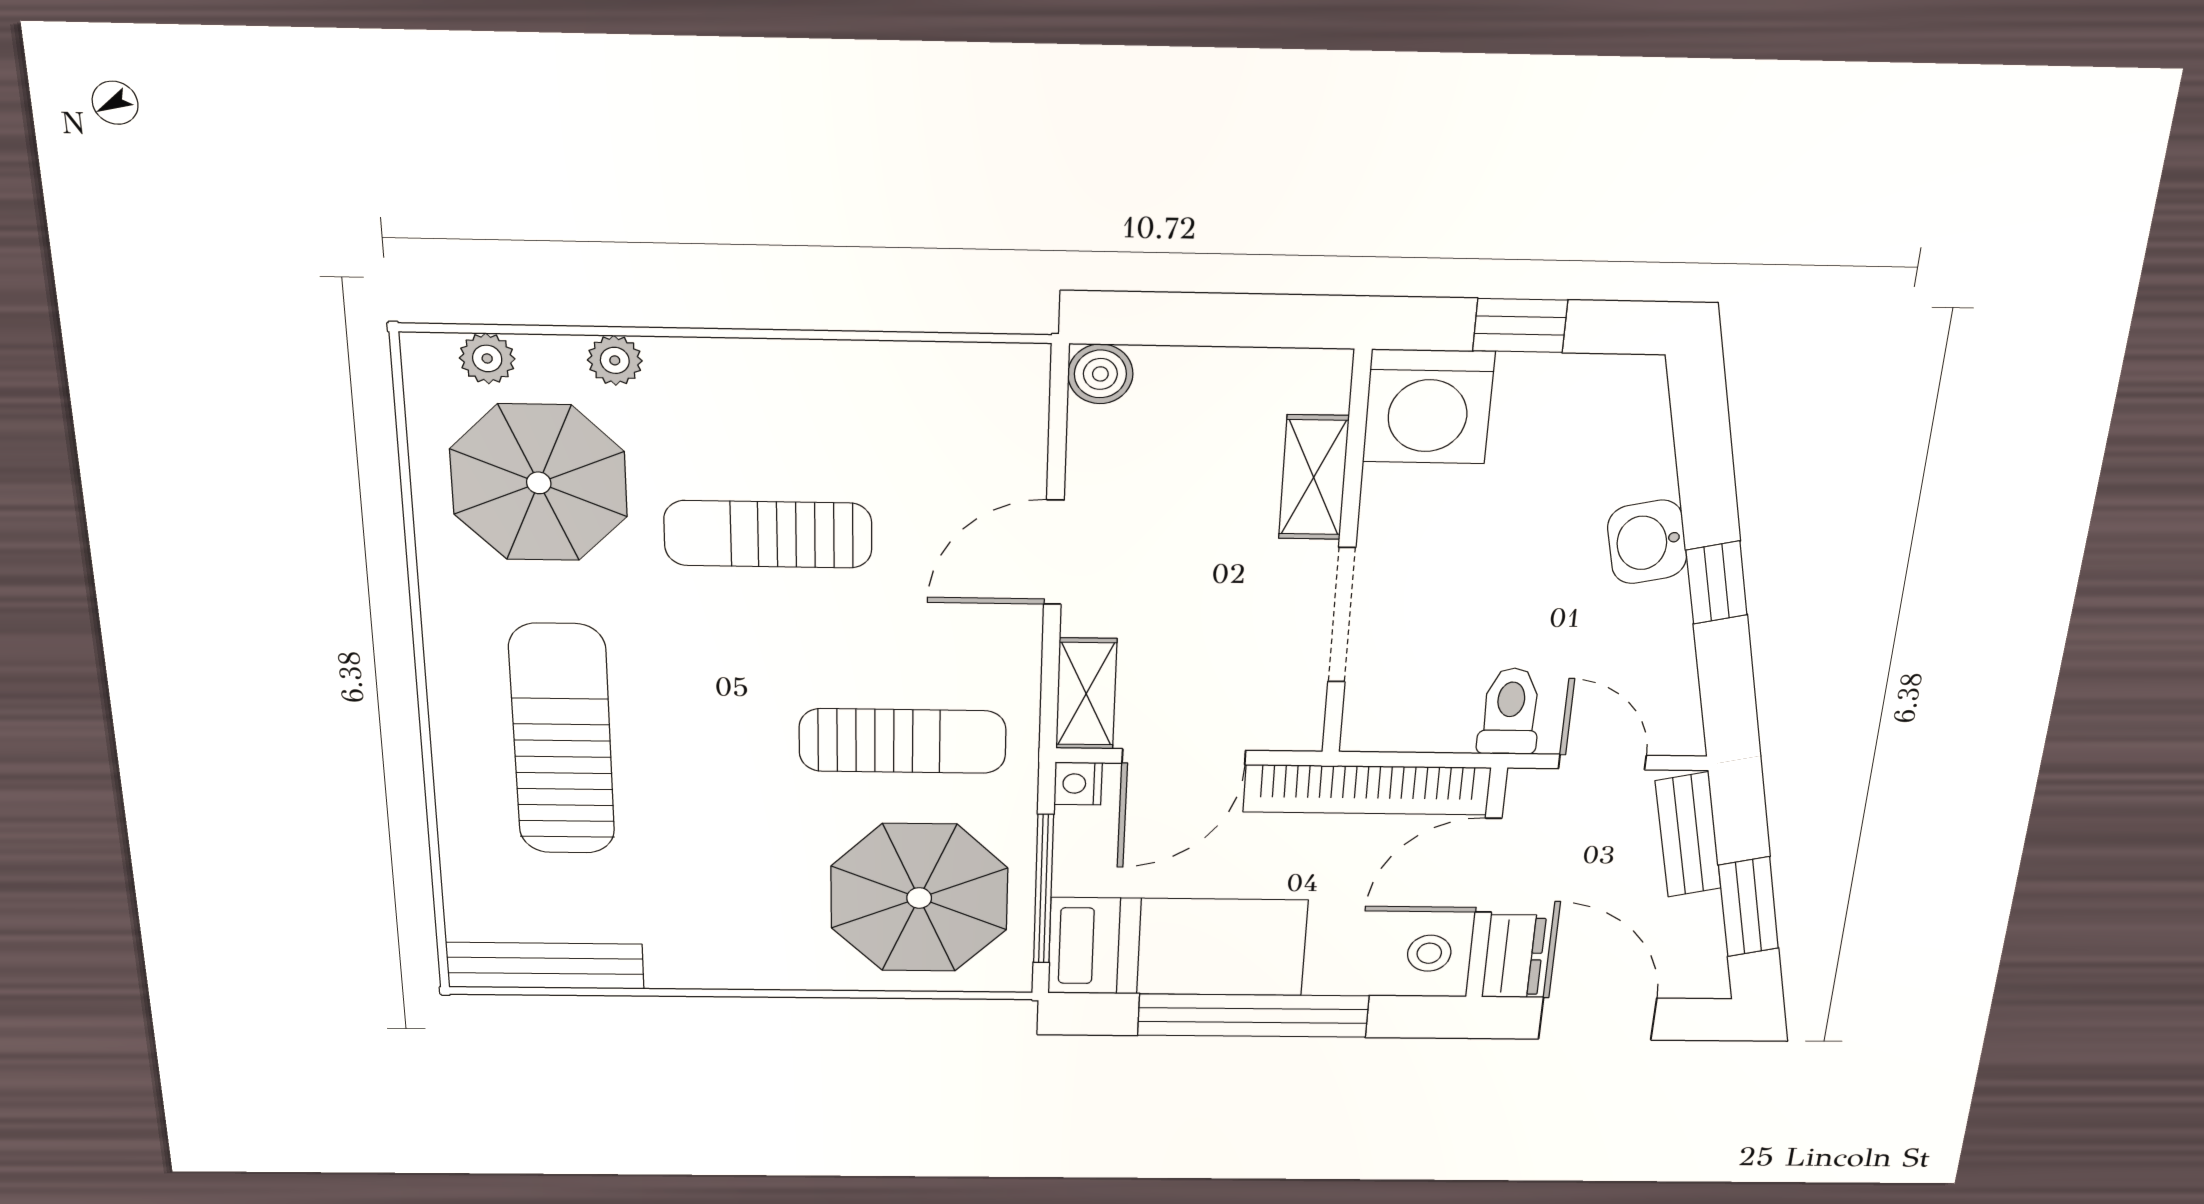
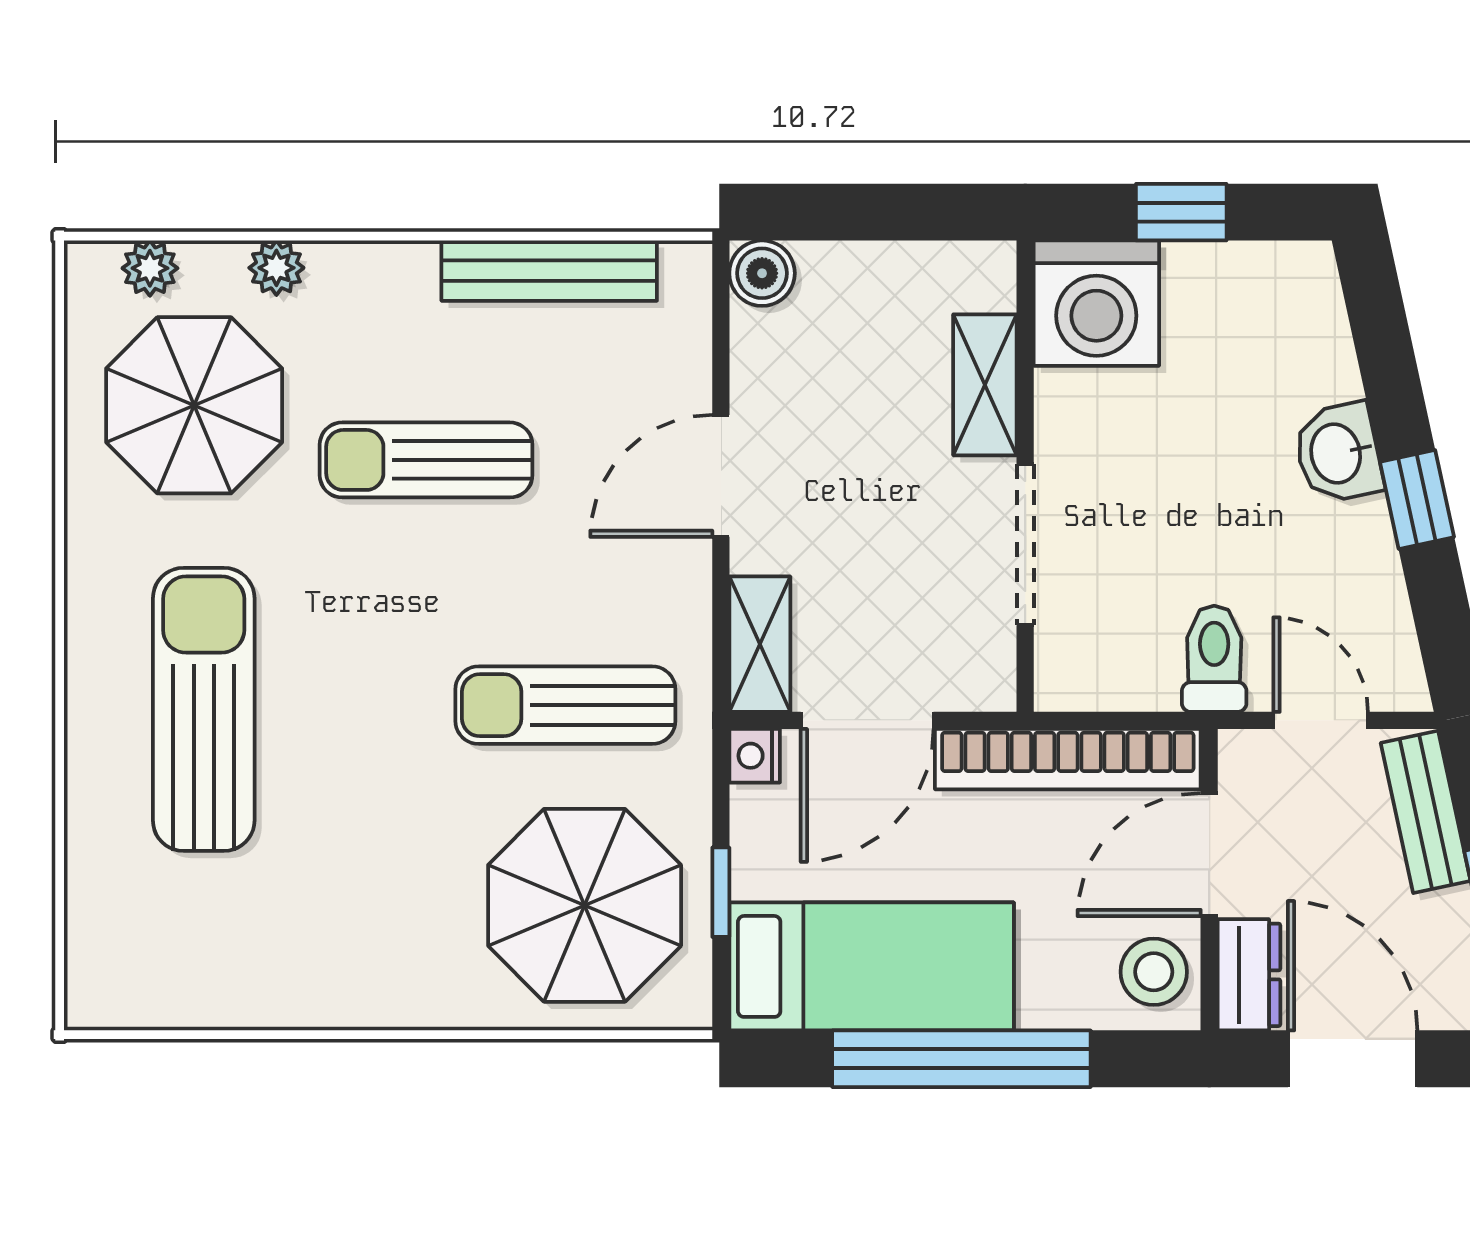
sun lounger: (903, 741) -> (565, 705), turned 180
window: (1043, 889) -> (721, 892), width x0.46
stool: (1429, 953) -> (1154, 972), width x1.37, depth x1.37
bench: (545, 966) -> (549, 271), moved

